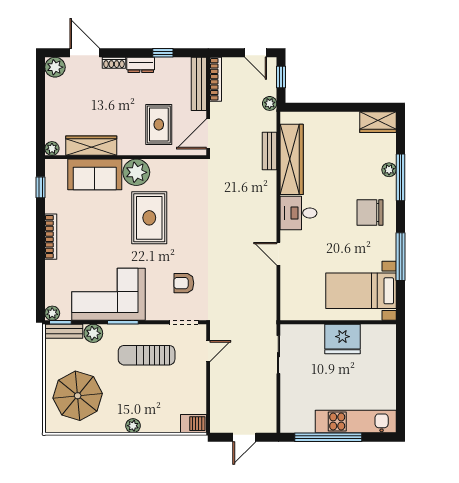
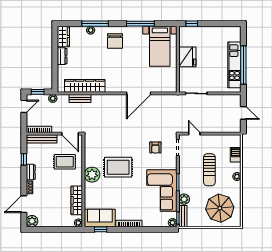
dresser: (344, 120) -> (62, 56), added
sofa: (95, 174) -> (100, 218), moved, turned -90
desk: (298, 213) -> (115, 82), removed
door: (278, 254) -> (139, 93), width x1.88
window: (400, 347) -> (192, 24), added
sun lounger: (147, 355) -> (209, 170), moved
kitchen unit: (356, 421) -> (234, 65), moved
barbecue: (194, 424) -> (236, 155), moved

